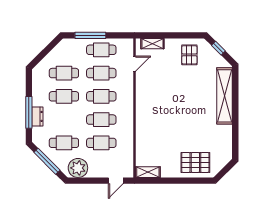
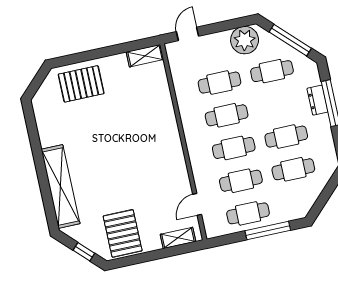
pallet: (189, 55) -> (123, 233), width x1.50, depth x1.42

